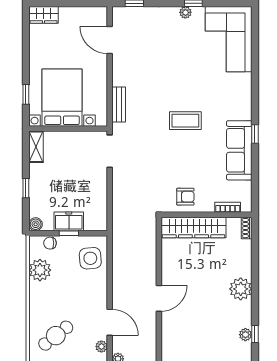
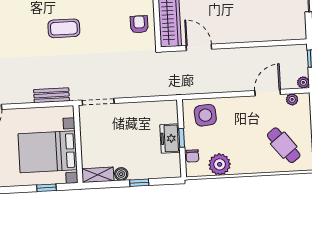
coffee table: (185, 121) -> (64, 28), turned 90
boiler: (36, 224) -> (121, 174), moved
door: (159, 298) -> (199, 47), moved

